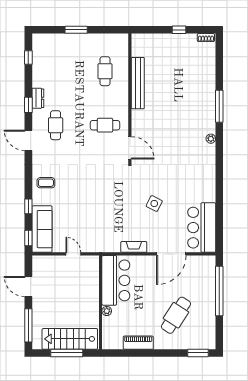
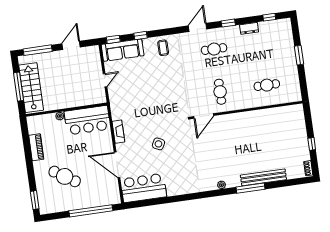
bench: (138, 83) -> (263, 177), moved
dresser: (38, 98) -> (249, 28), moved

